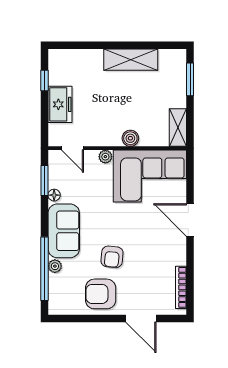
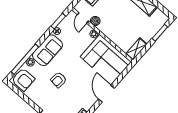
boiler: (130, 138) -> (95, 21), moved
armchair: (101, 294) -> (23, 80), moved, turned 180

